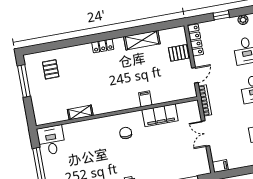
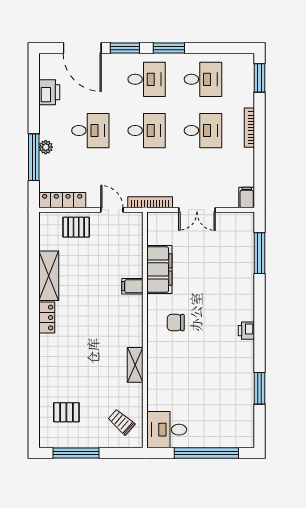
window: (221, 15) -> (34, 157), width x2.17
plant: (243, 20) -> (46, 147), moved
locker: (103, 46) -> (47, 318), moved
pallet: (179, 53) -> (76, 227), turned 90
trolley: (51, 108) -> (121, 422), added
shelving: (80, 113) -> (135, 365), moved

